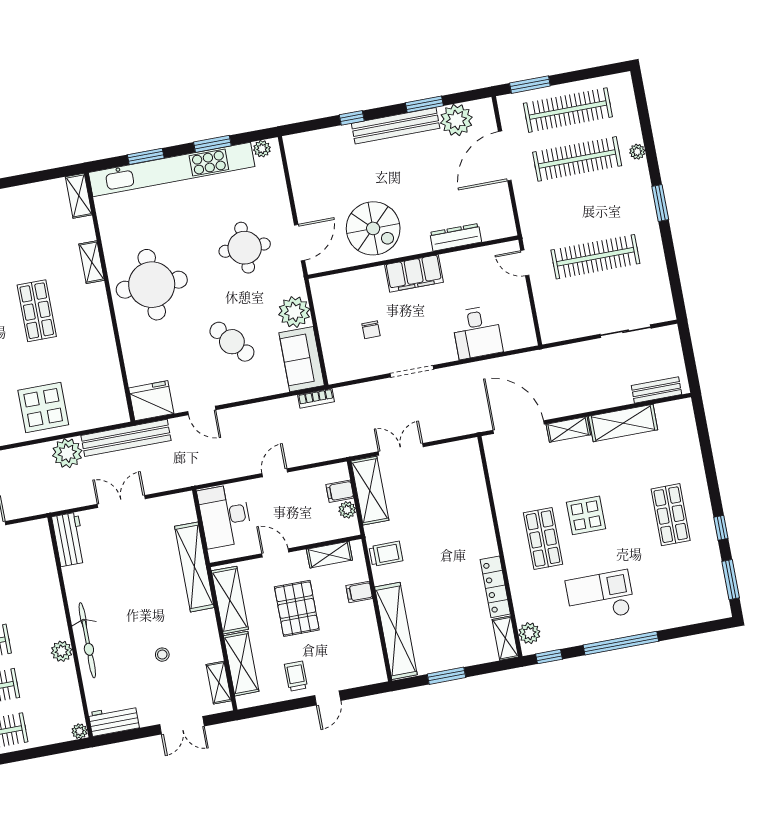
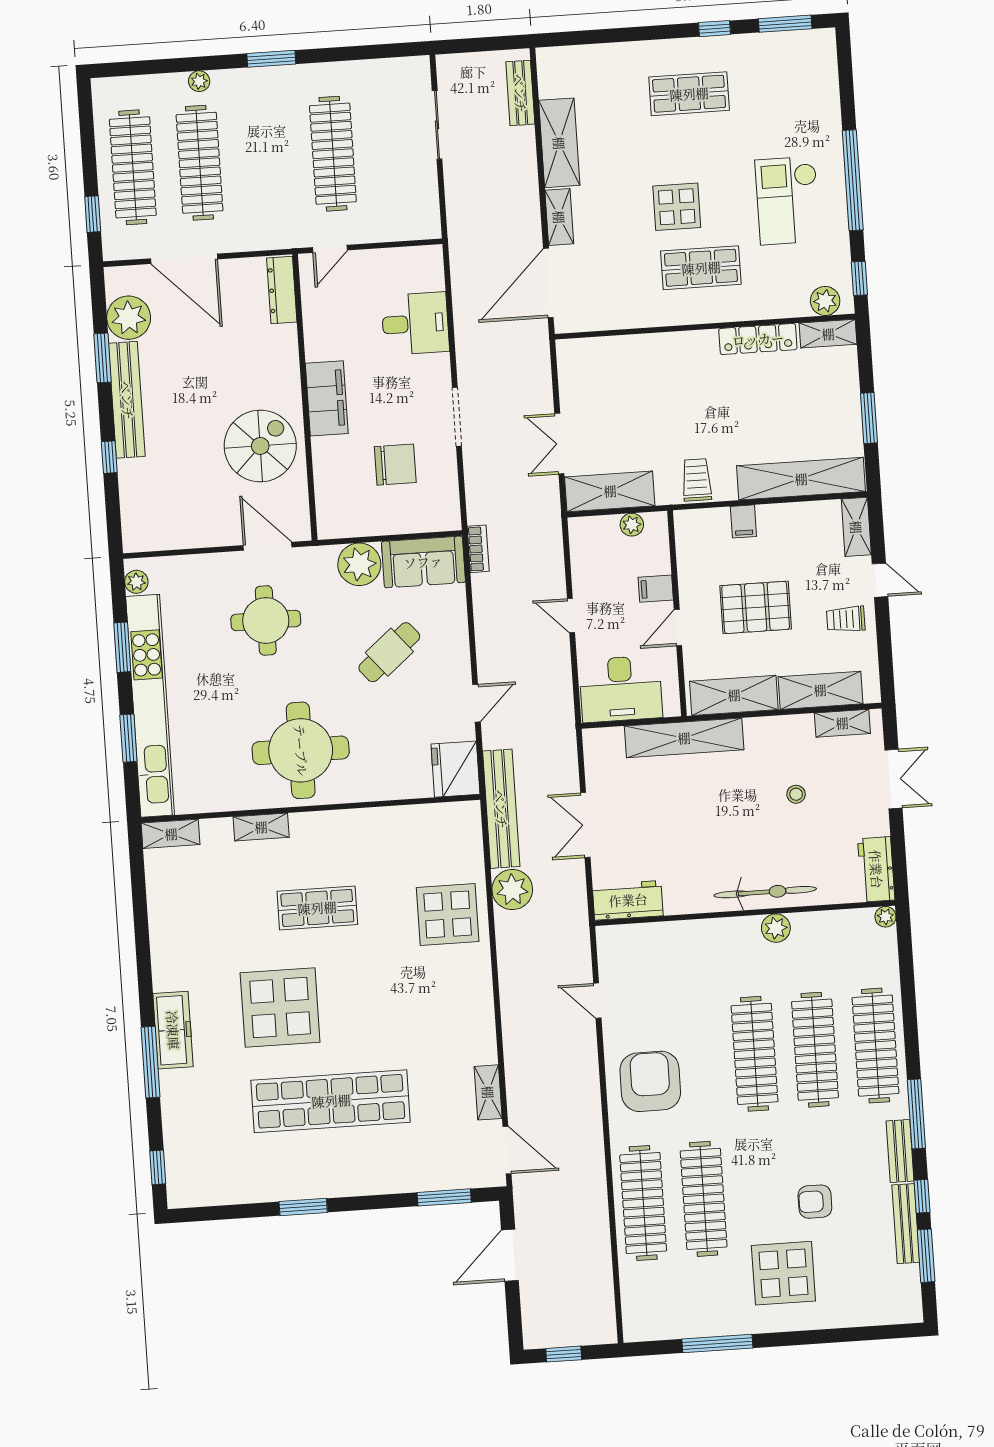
window: (530, 85) -> (93, 214), width x0.67
dresser: (456, 237) -> (282, 290), moved
chair: (371, 330) -> (395, 465), width x1.87, depth x1.87
filing cabinet: (340, 491) -> (656, 589), moved, turned 90
shelving: (329, 555) -> (856, 527), moved

